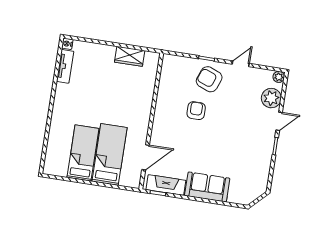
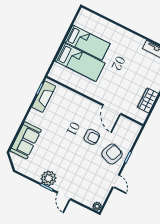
plant: (271, 98) -> (49, 178), moved
door: (146, 157) -> (112, 110), moved
sofa: (207, 187) -> (26, 140), moved

